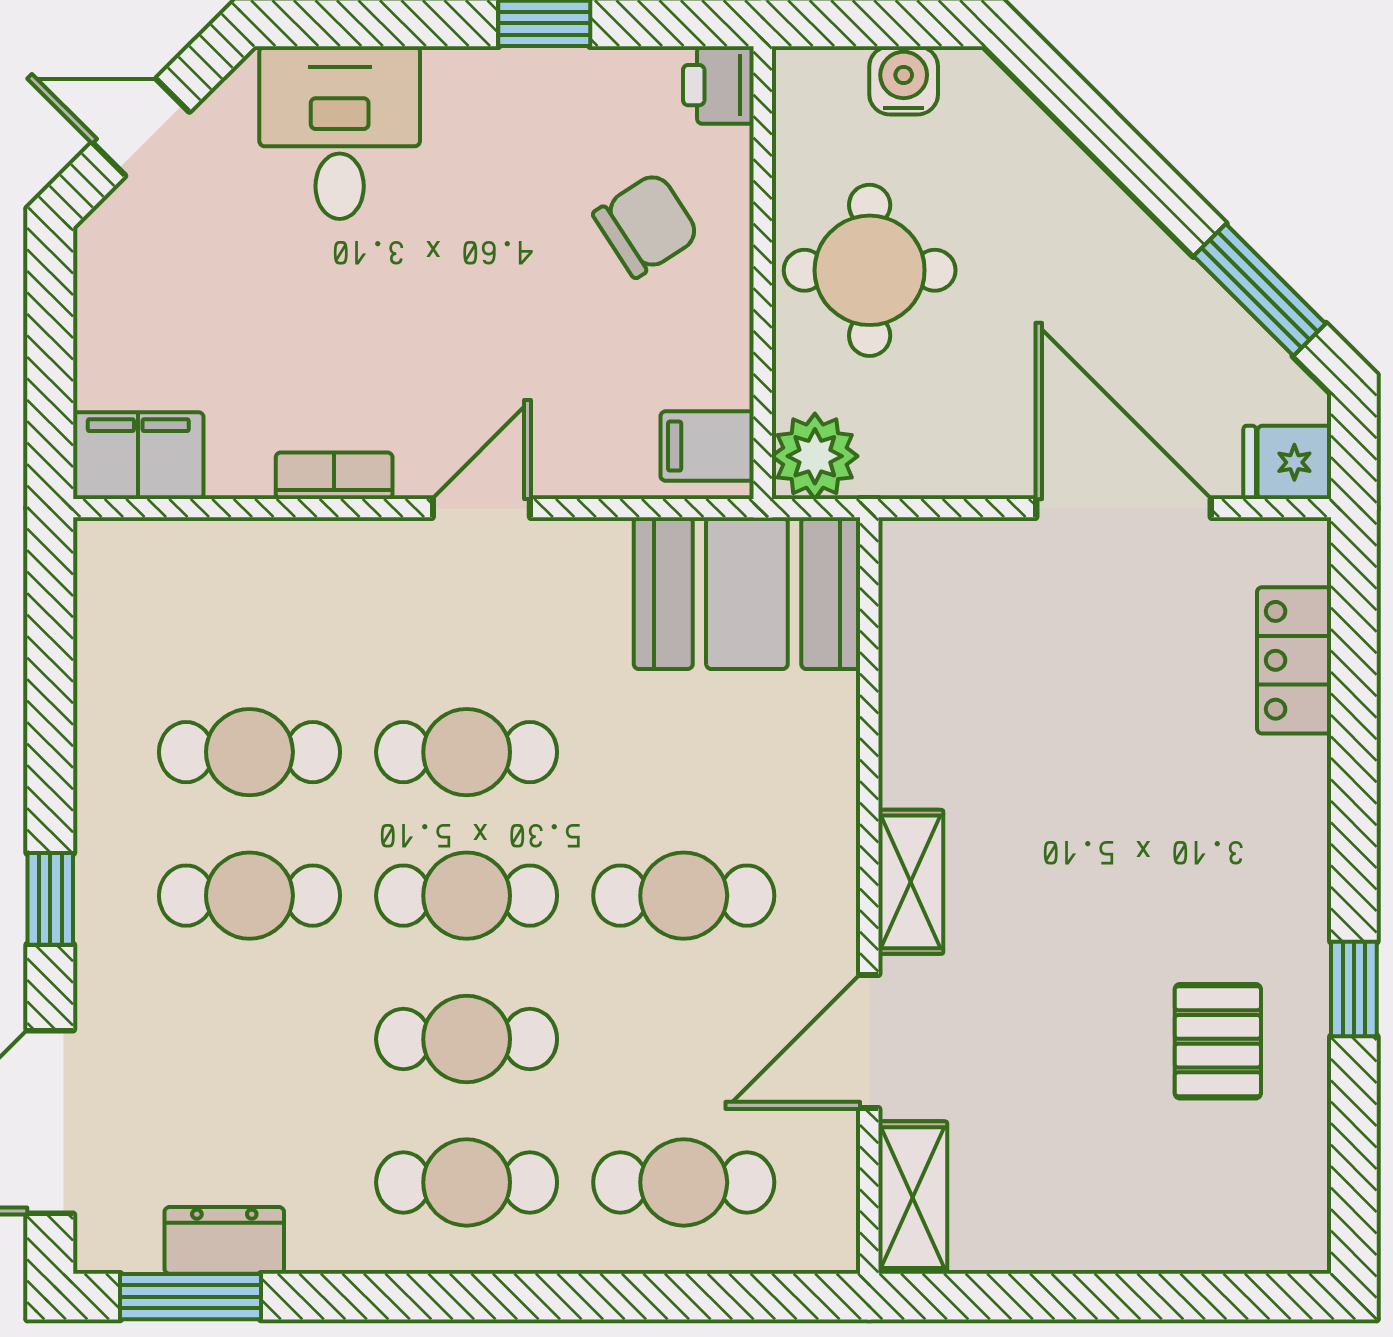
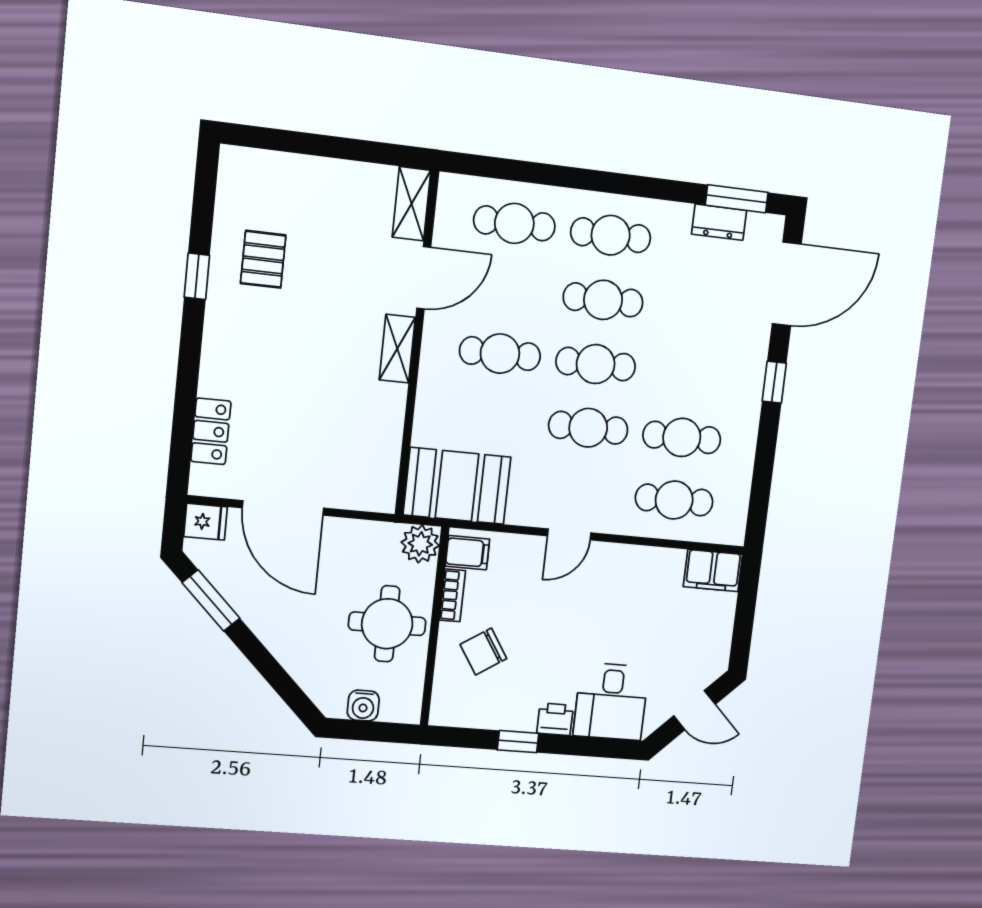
printer: (718, 85) -> (555, 719), moved, turned -90
bookcase: (334, 476) -> (452, 595), moved, turned -90
cafe table: (249, 896) -> (674, 500), moved

